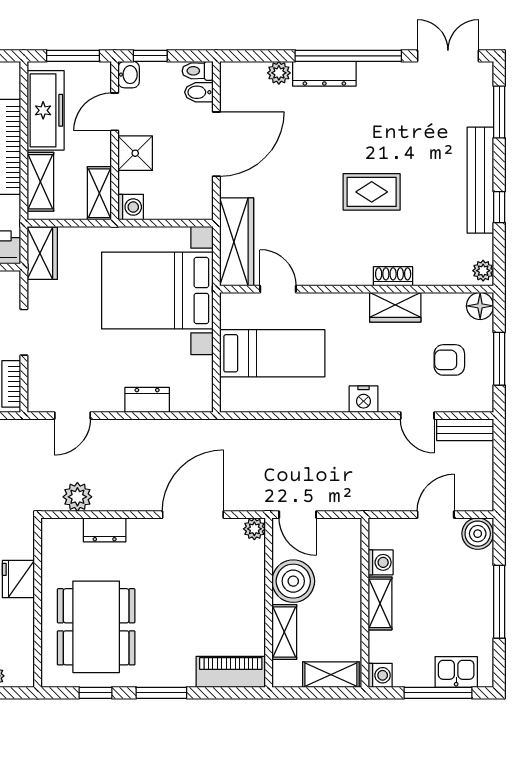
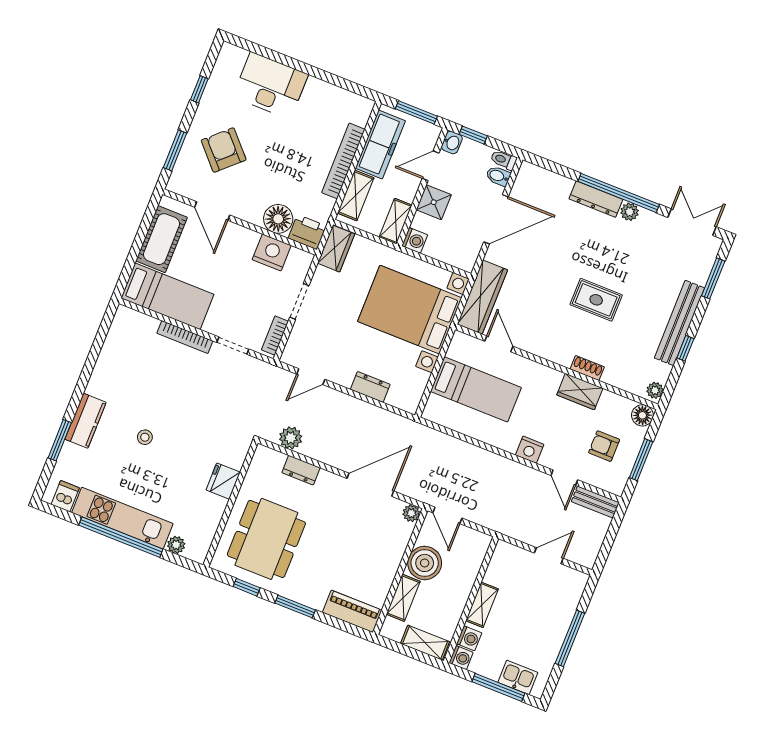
plant: (279, 73) -> (630, 212), moved
boiler: (478, 534) -> (574, 582), removed
washing machine: (381, 562) -> (469, 638), moved

